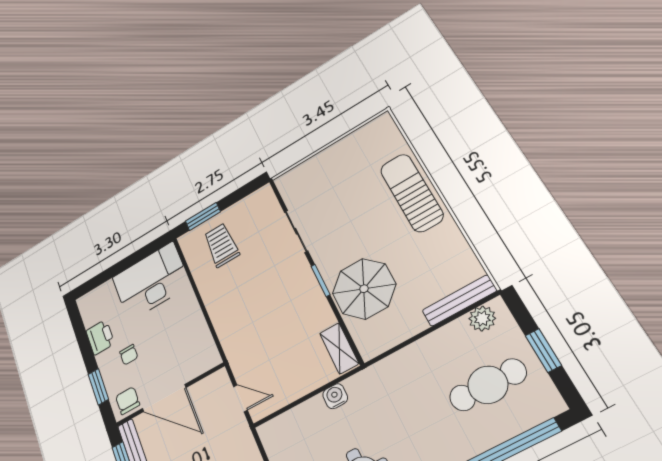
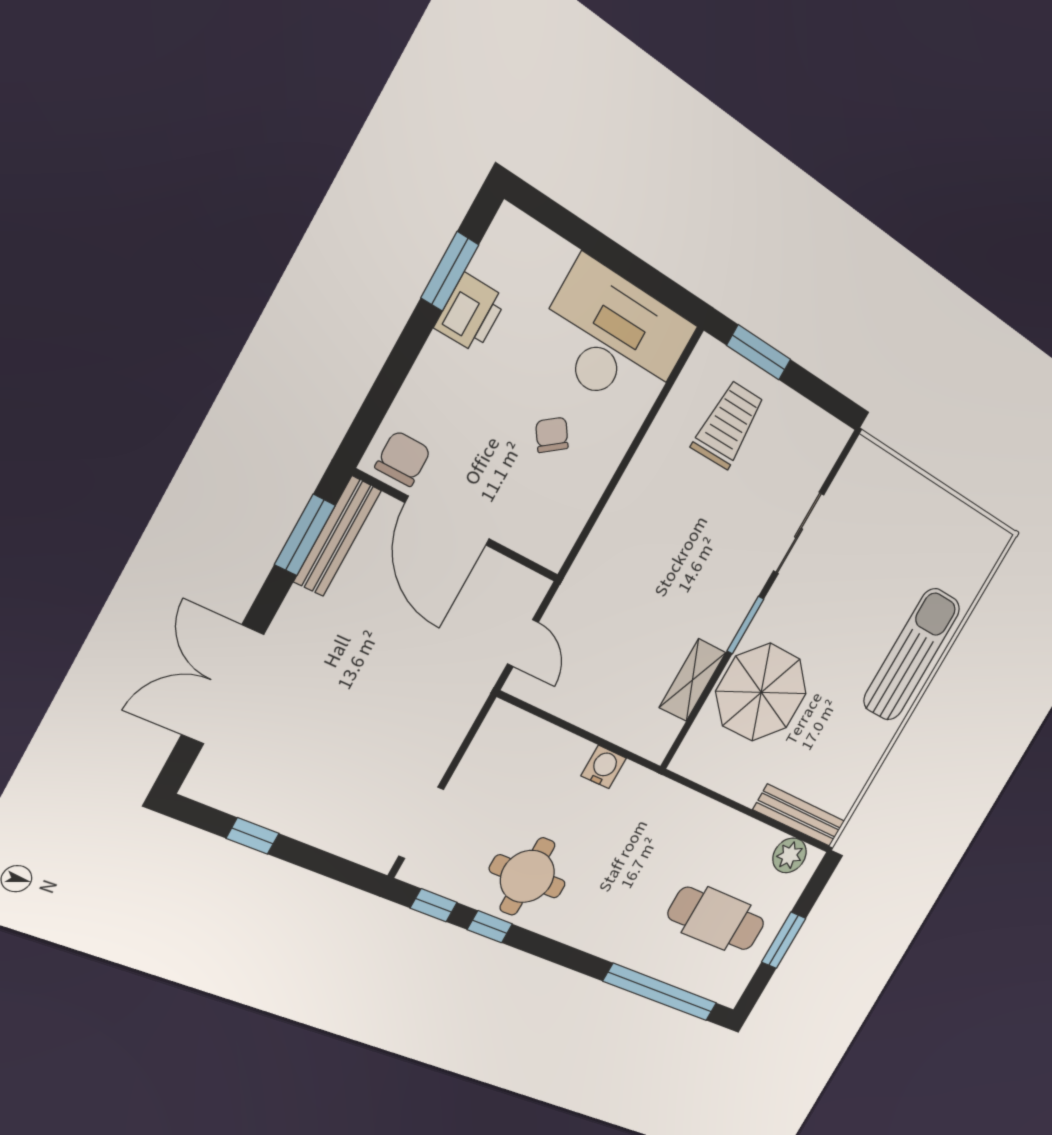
shelving: (339, 348) -> (692, 680), moved
chair: (129, 355) -> (552, 435), moved, turned 144
window: (98, 387) -> (450, 271), moved

